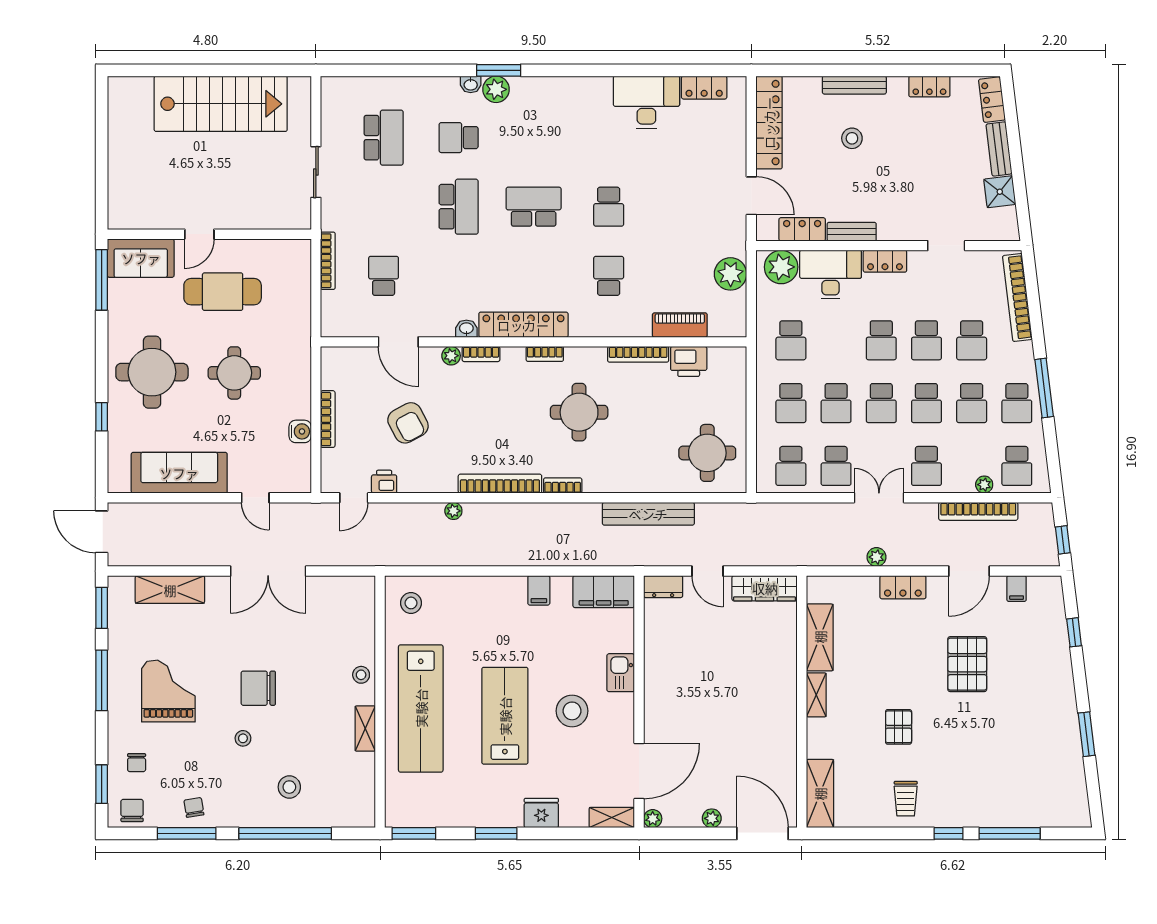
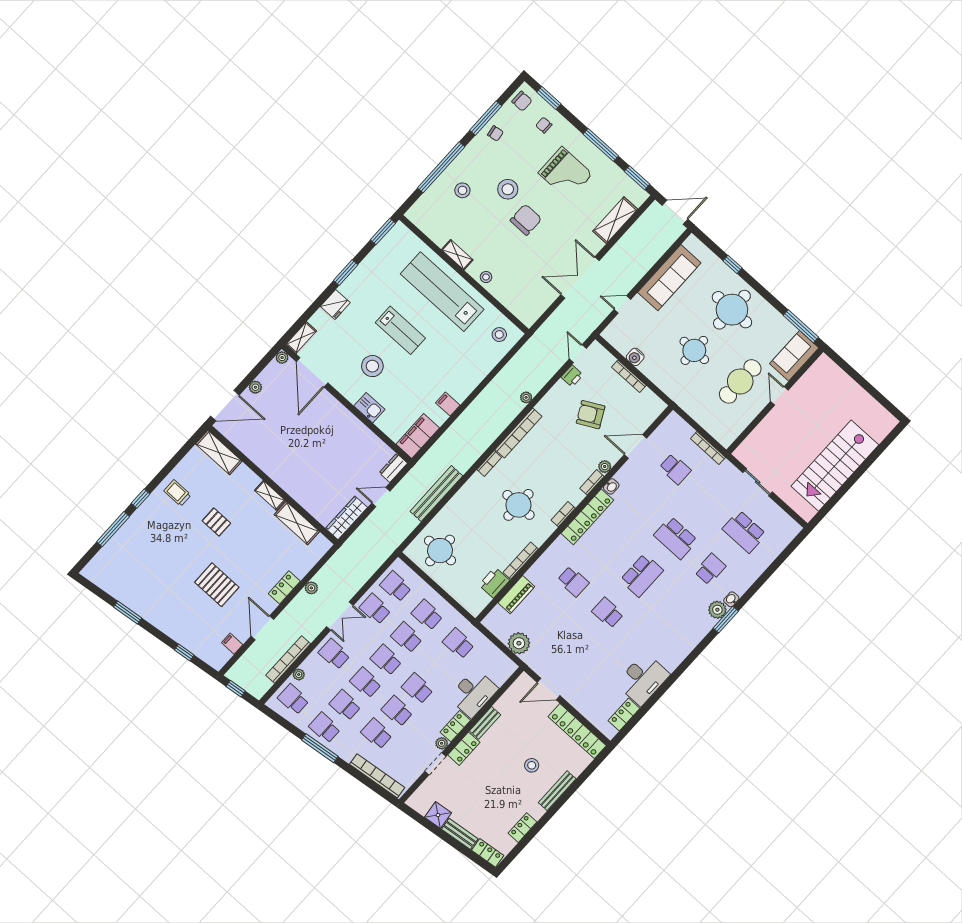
locker: (802, 229) -> (464, 749), moved
plant: (781, 267) -> (442, 743), moved, width x0.53, depth x0.53
lab bench: (505, 716) -> (400, 330), width x0.73, depth x0.72
stool: (243, 738) -> (508, 189), width x1.89, depth x1.89

